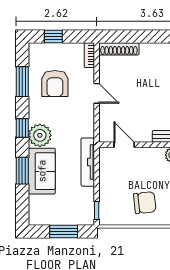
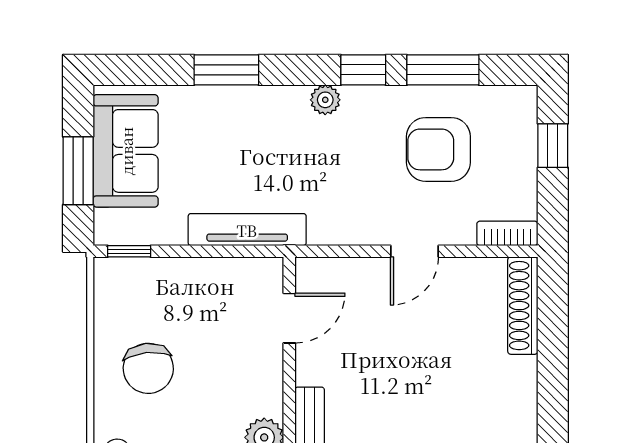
window: (22, 128) -> (363, 70), moved
plant: (40, 135) -> (325, 100), width x0.53, depth x0.53
sofa: (42, 171) -> (126, 151), moved, turned -90

